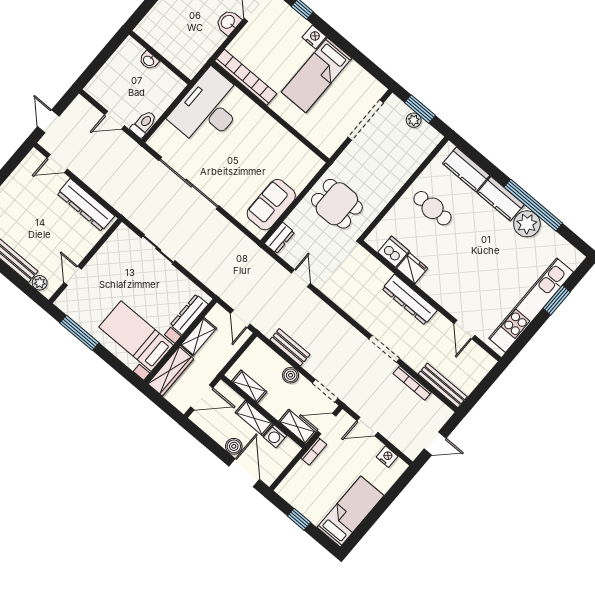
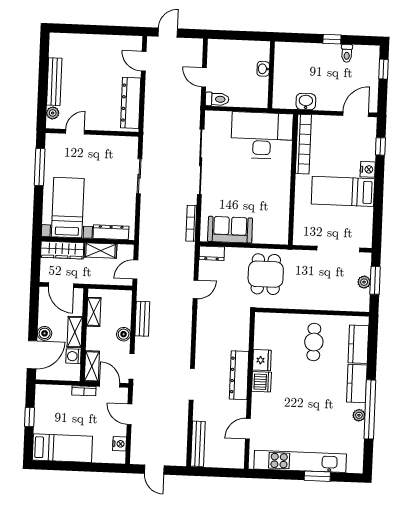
washbasin: (228, 22) -> (306, 102), moved
plant: (527, 224) -> (359, 415), width x0.53, depth x0.53
dishwasher: (393, 252) -> (261, 382), moved
bookcase: (412, 383) -> (191, 223), moved

